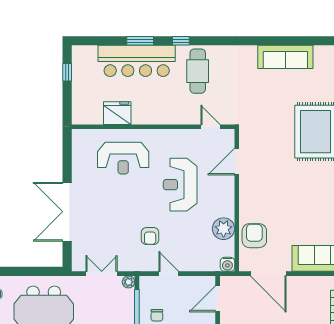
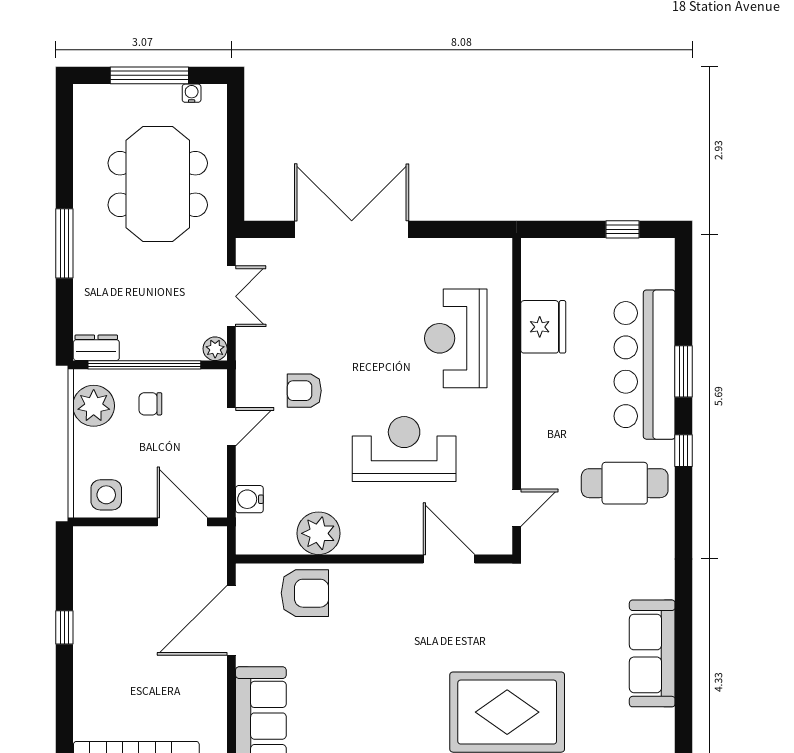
water cooler: (227, 264) -> (249, 499), moved

